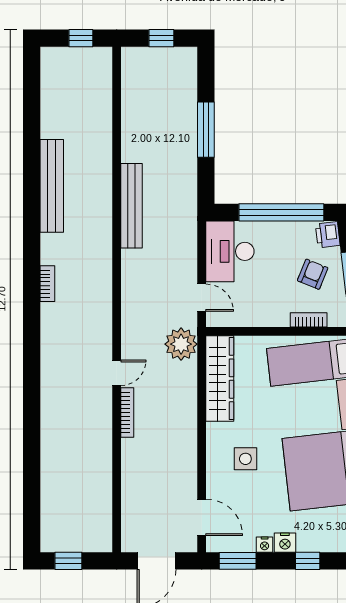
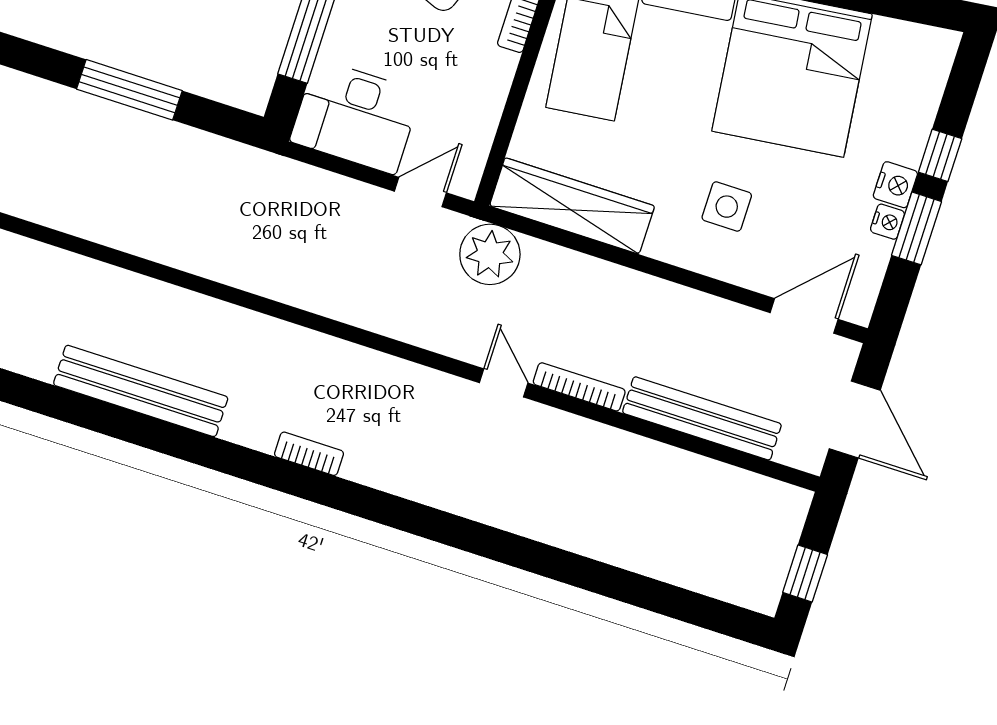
bench: (131, 206) -> (702, 418), moved
window: (238, 561) -> (916, 228), moved

